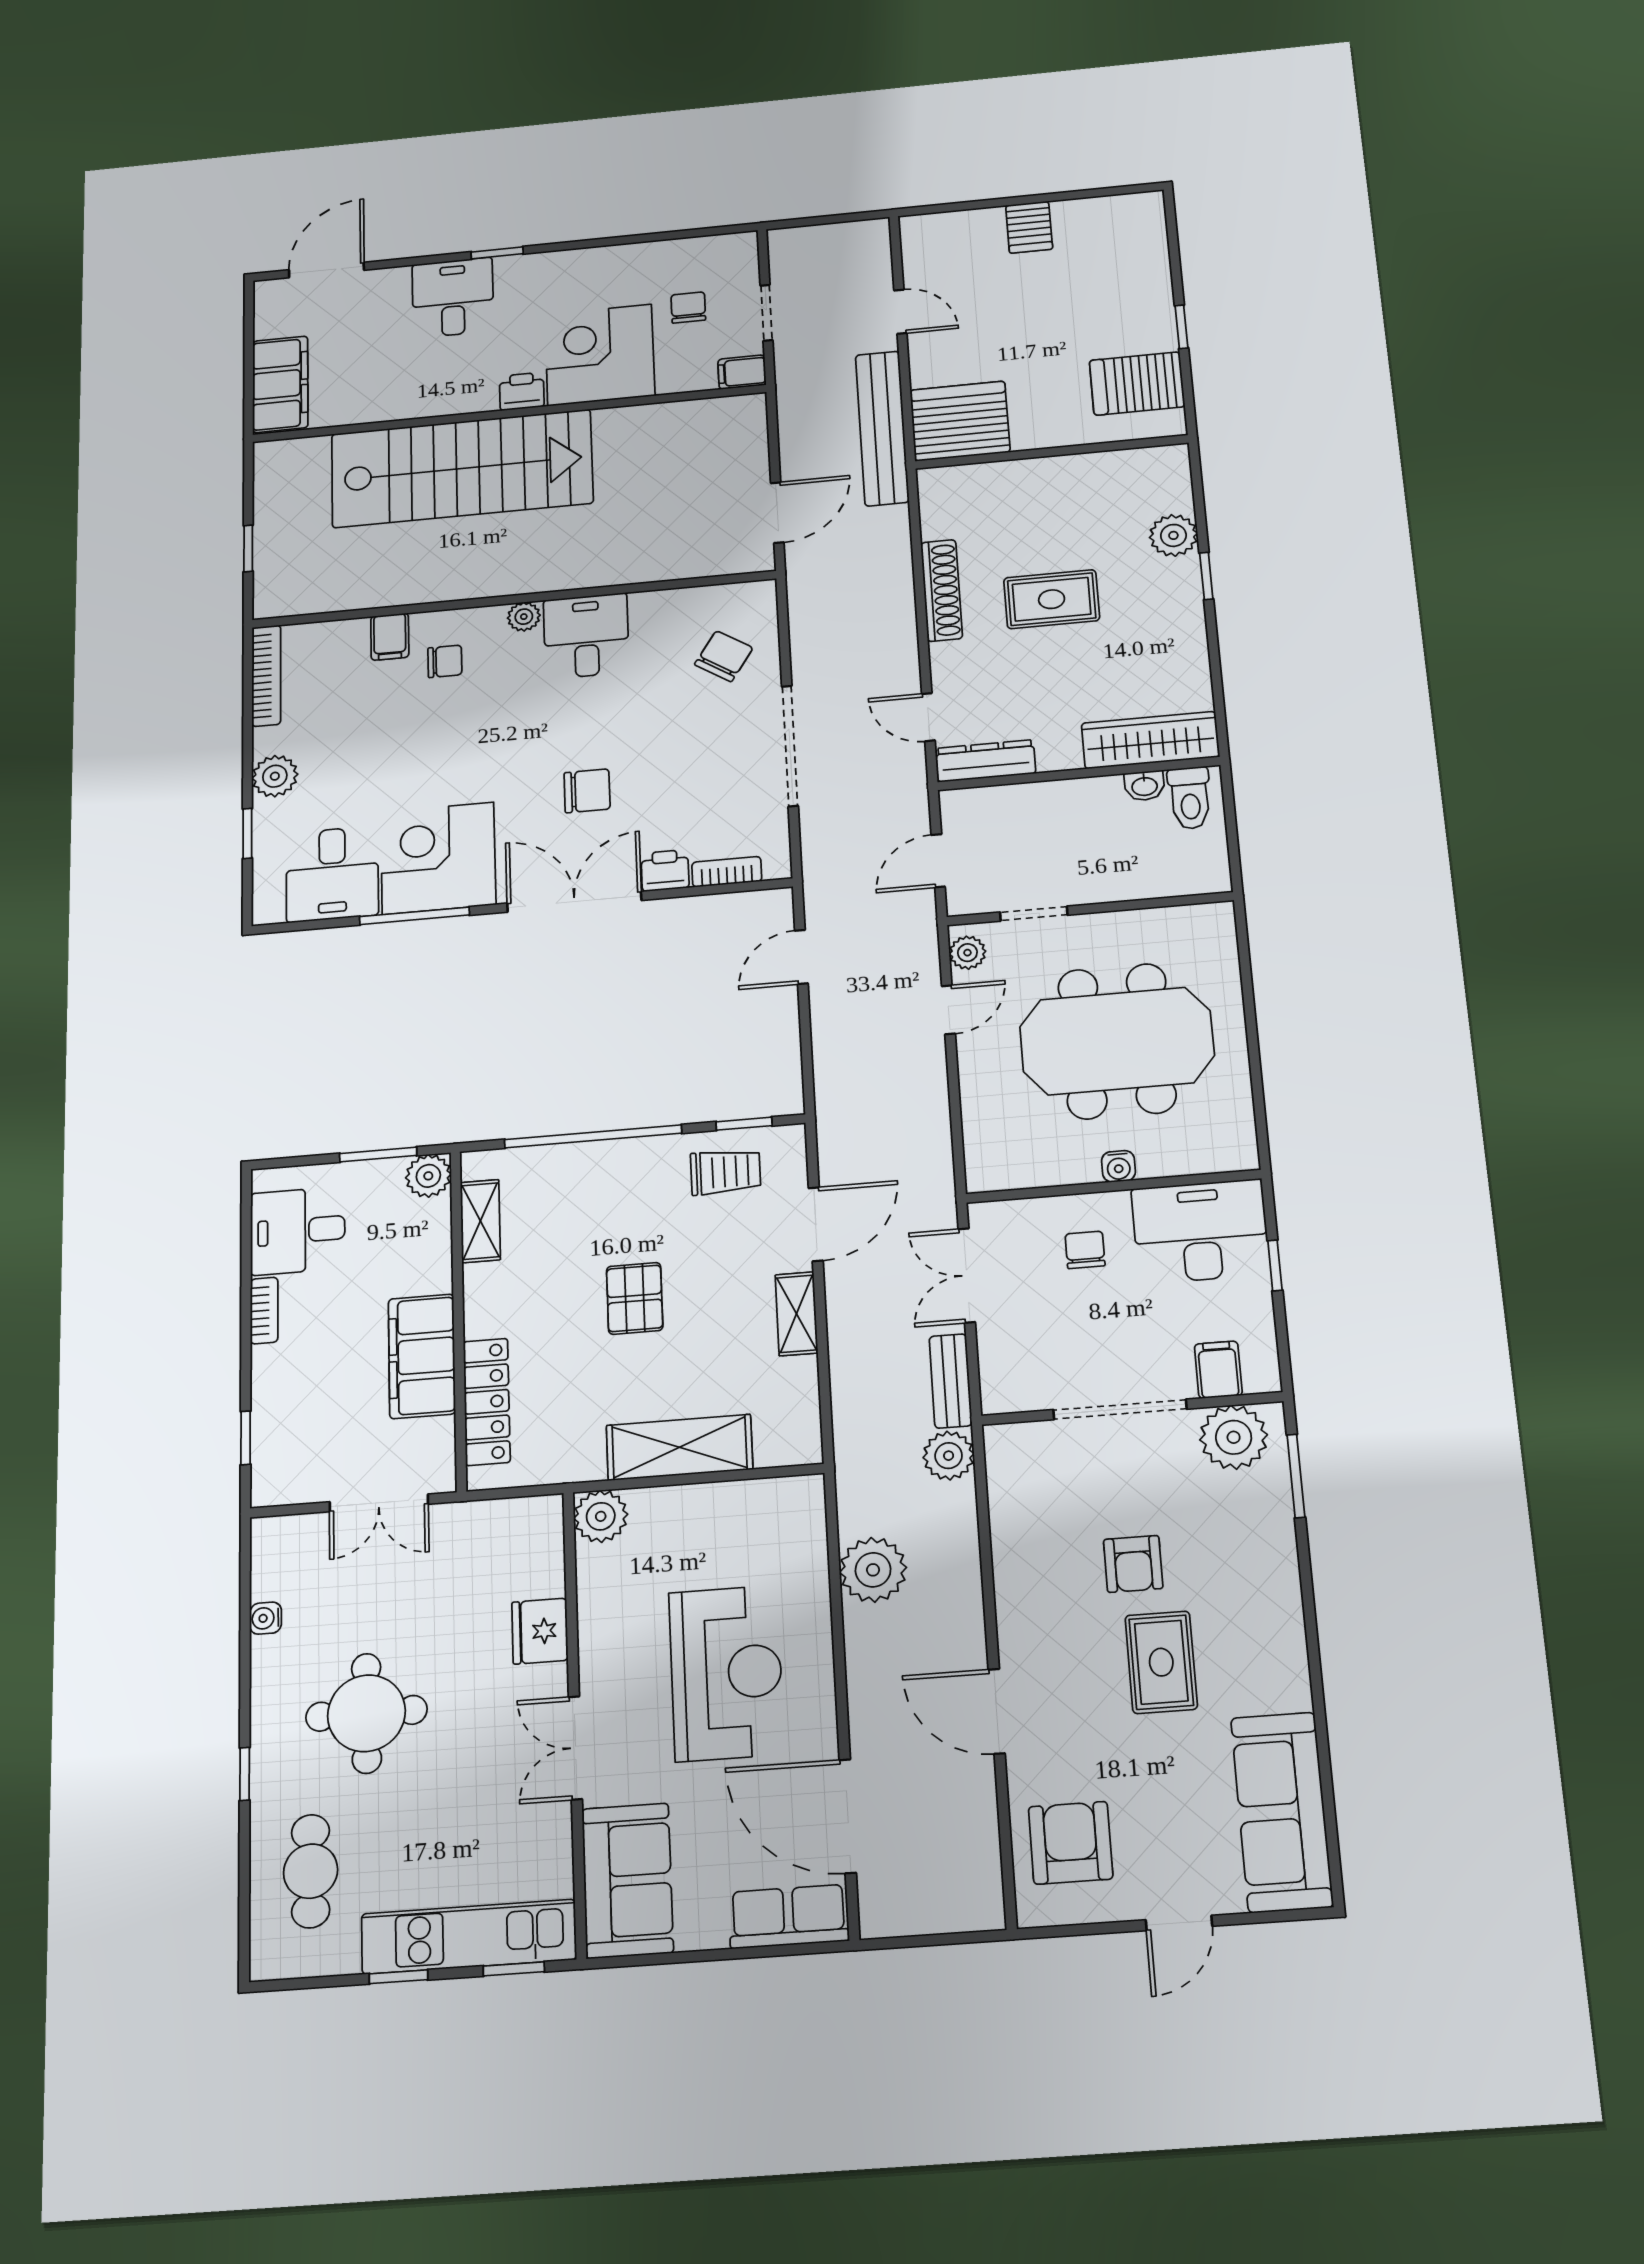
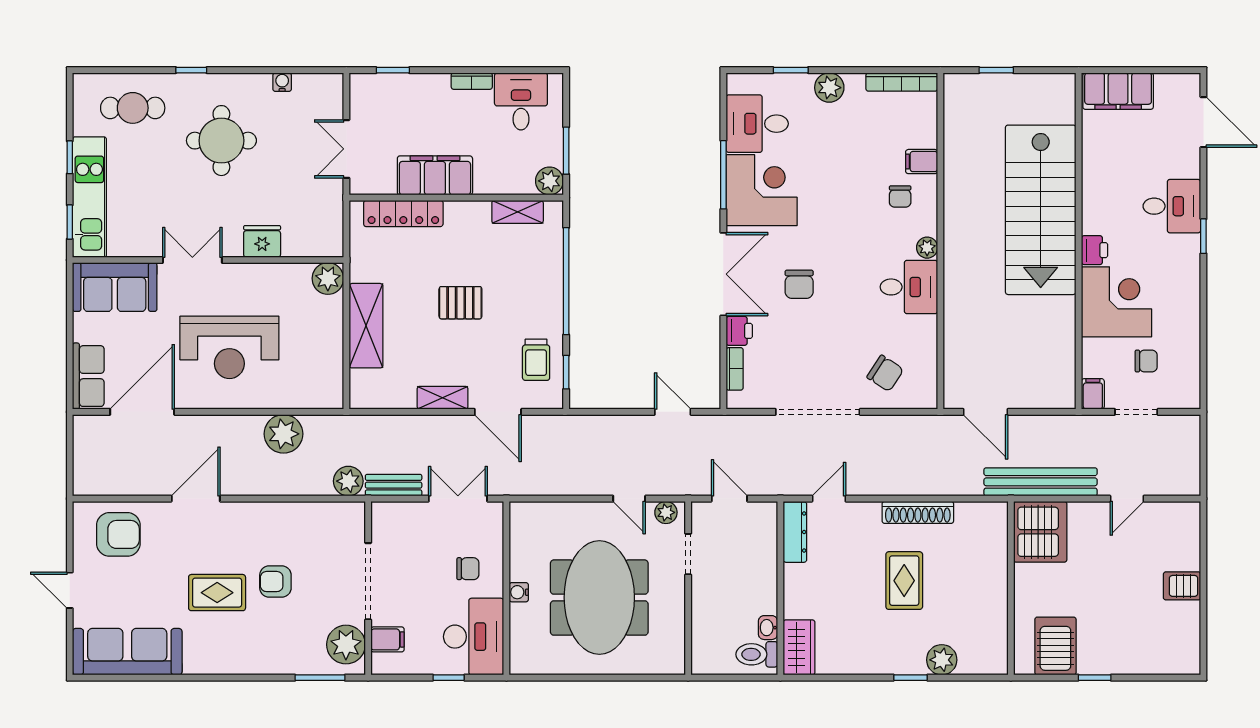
wardrobe: (1150, 740) -> (799, 647), width x0.67

